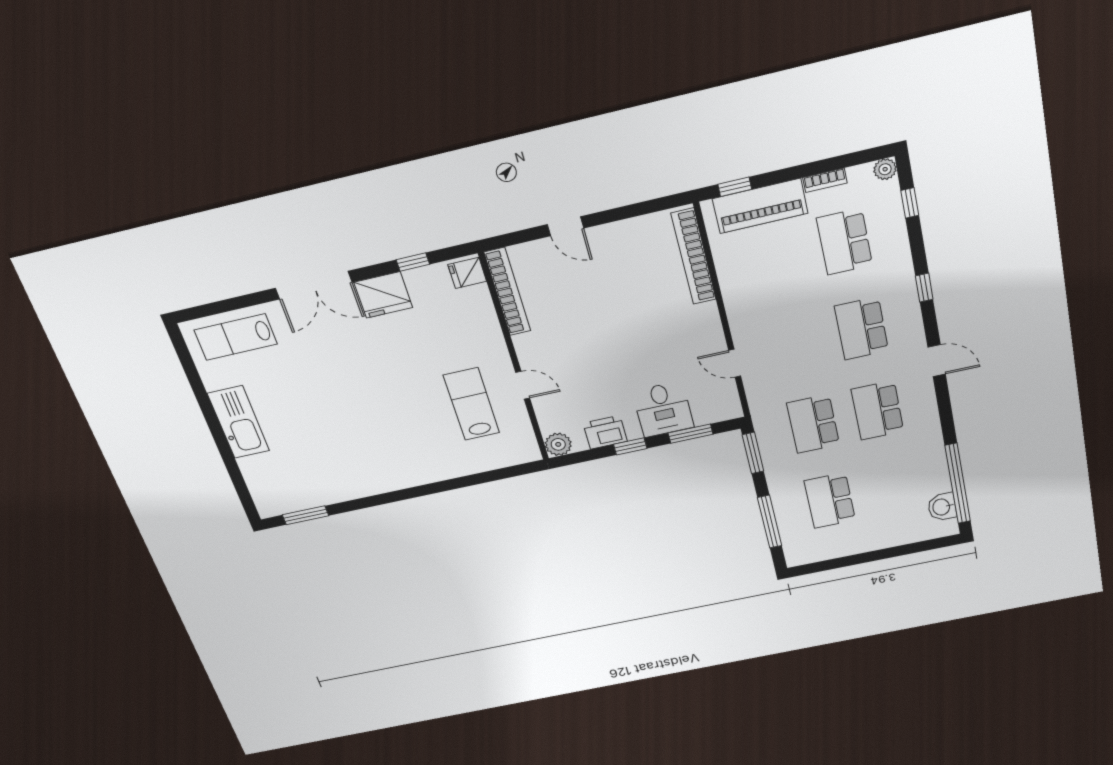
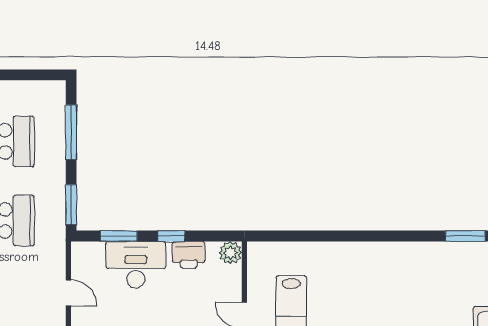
desk: (663, 409) -> (136, 265), width x1.37

